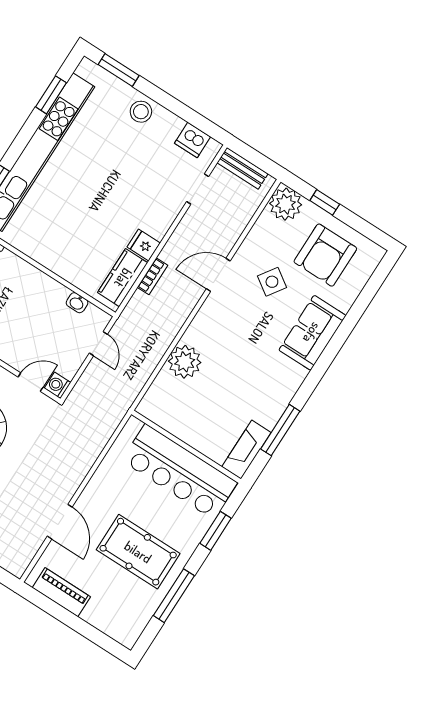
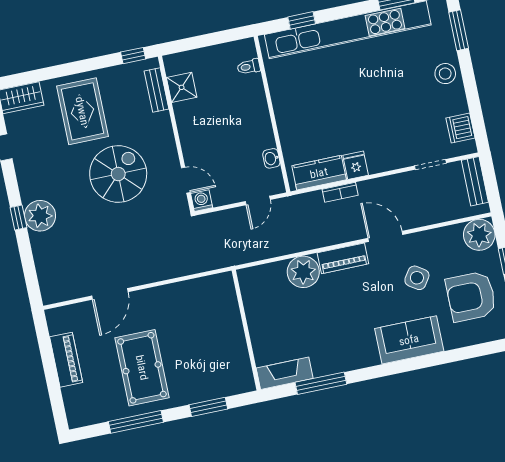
piano: (204, 322) -> (343, 258), added
bar counter: (179, 472) -> (225, 342), removed
piano: (61, 592) -> (66, 360), moved

